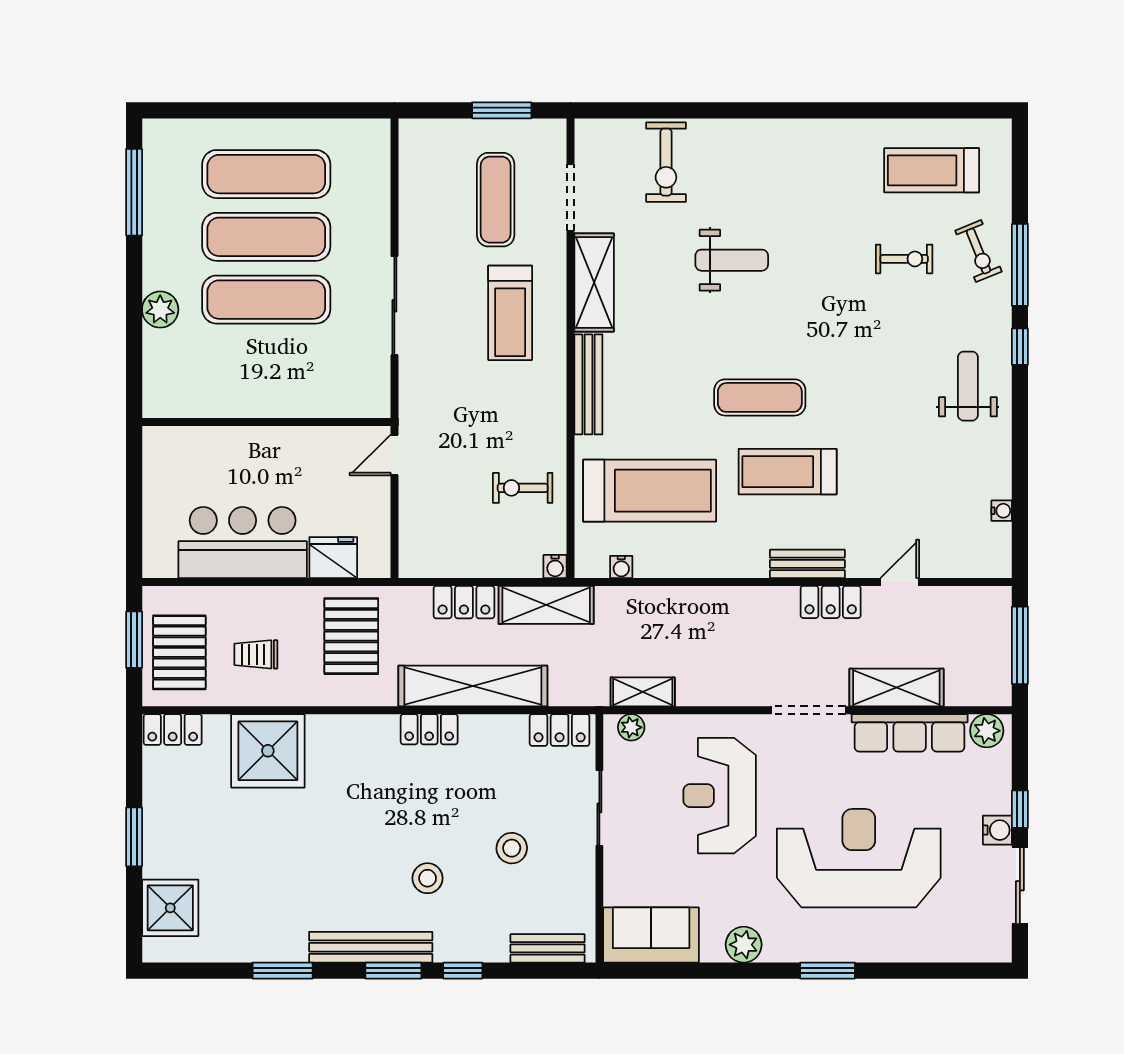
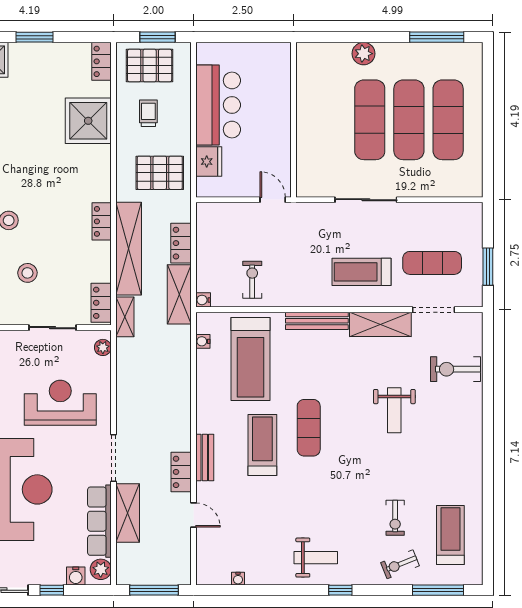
window: (1020, 265) -> (438, 590), moved
shelving: (643, 692) -> (125, 317), moved
water cooler: (997, 830) -> (76, 576), moved

